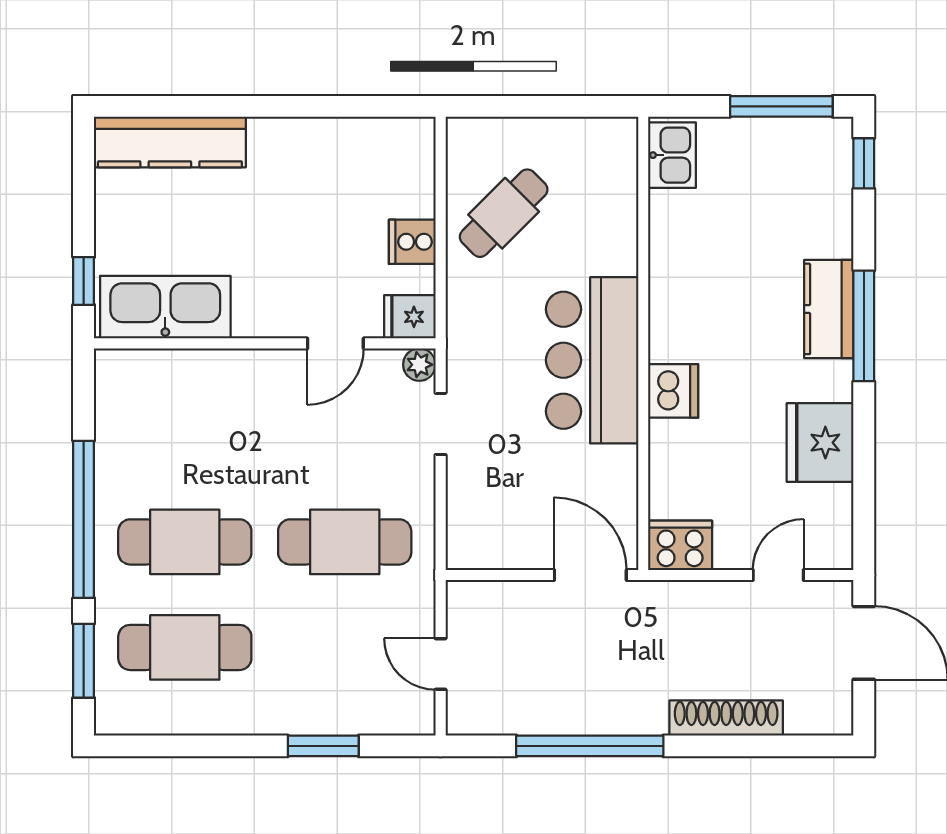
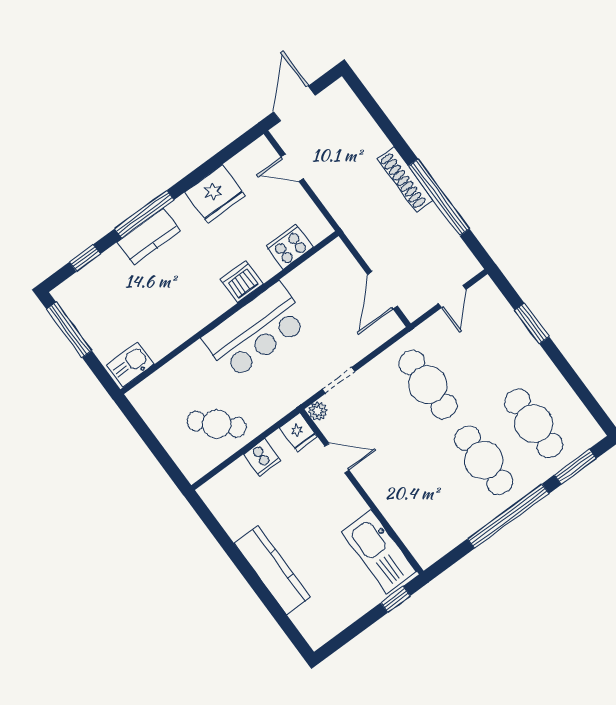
kitchen counter: (170, 142) -> (272, 570), moved
window: (864, 163) -> (85, 258), moved
cooker: (680, 545) -> (289, 247), moved, turned 90
door: (590, 575) -> (382, 290), moved
shoe rack: (726, 718) -> (405, 179), moved

